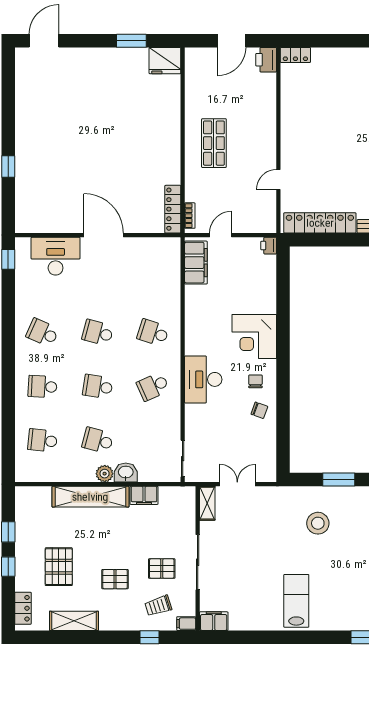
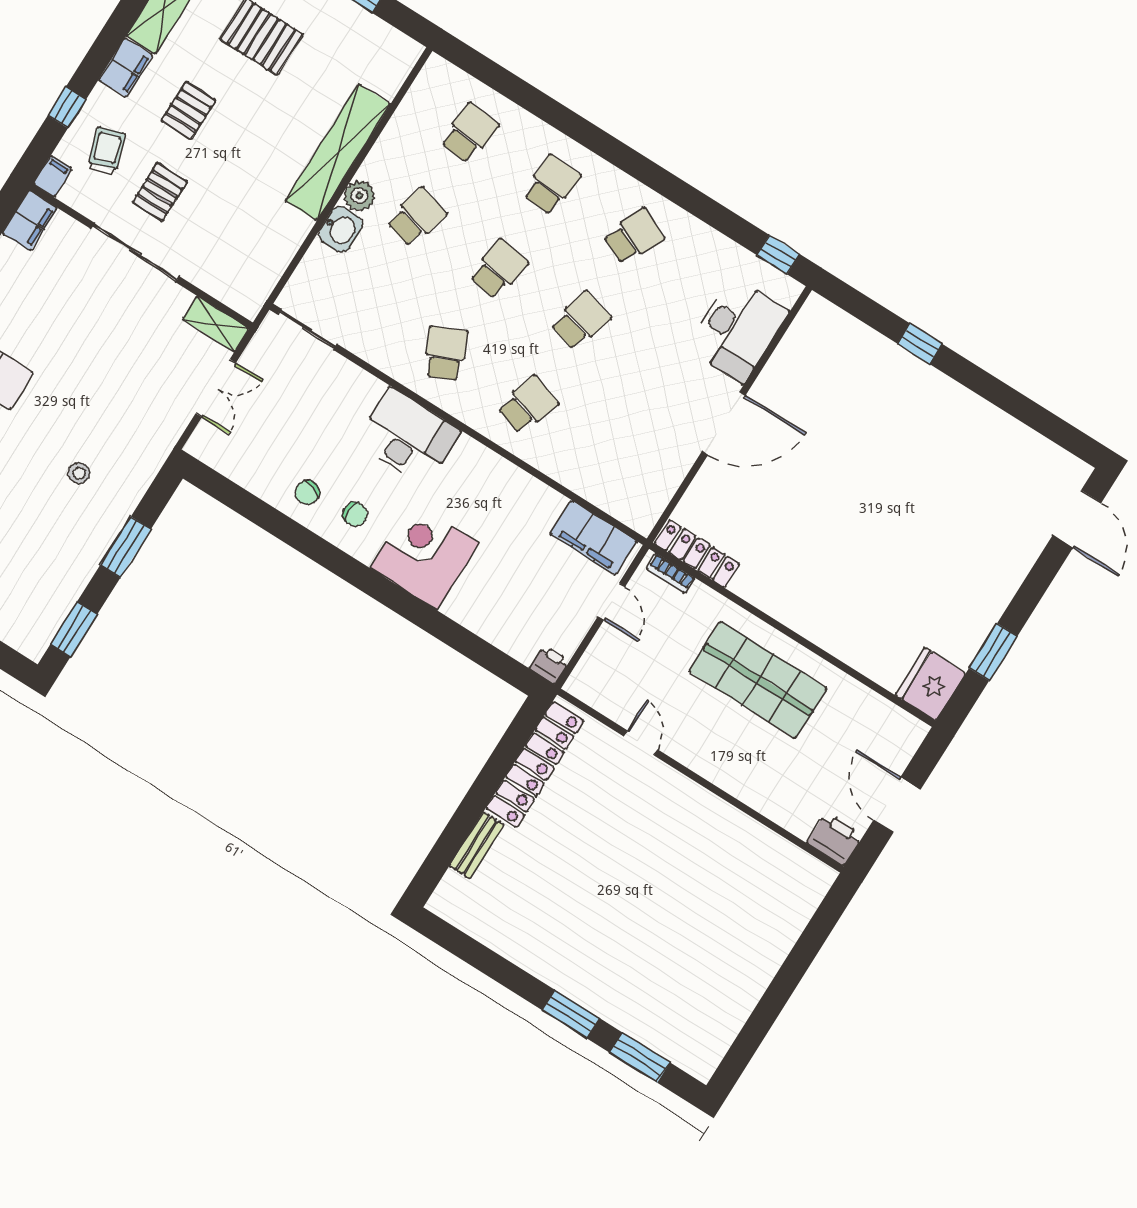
locker: (295, 55) -> (814, 888), removed
shop shelf: (214, 143) -> (758, 680), width x1.43, depth x1.36
filing cabinet: (144, 495) -> (126, 68), moved, turned 180
stool: (318, 523) -> (79, 473), width x0.53, depth x0.53

